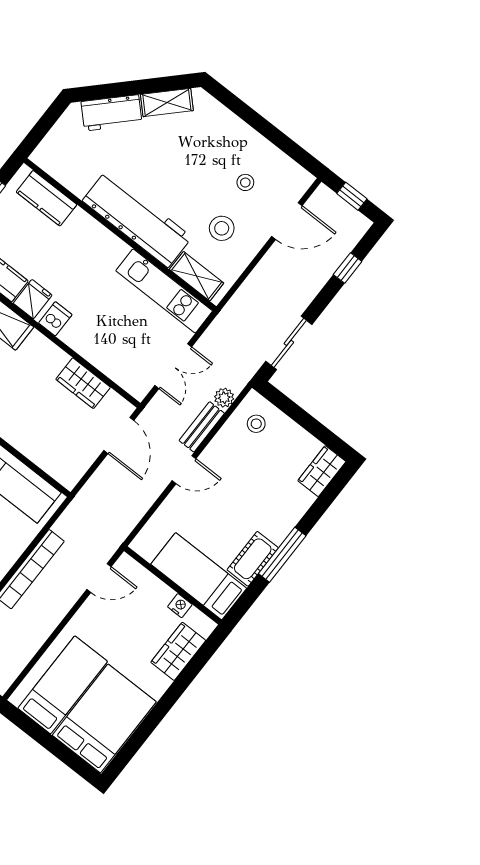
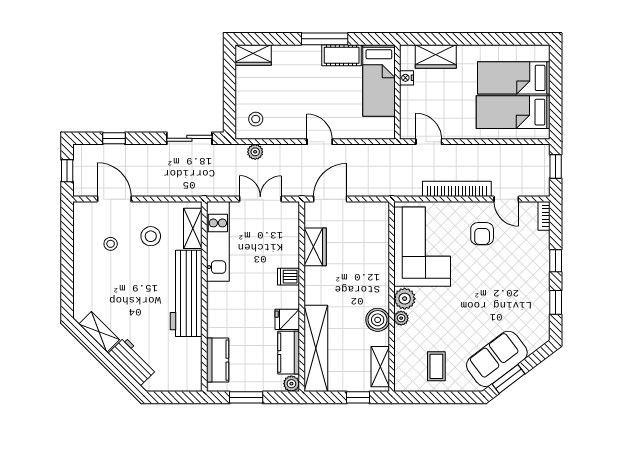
dishwasher: (55, 319) -> (289, 277), moved
bench: (202, 427) -> (284, 152), removed
bed: (104, 718) -> (514, 78), width x0.67

